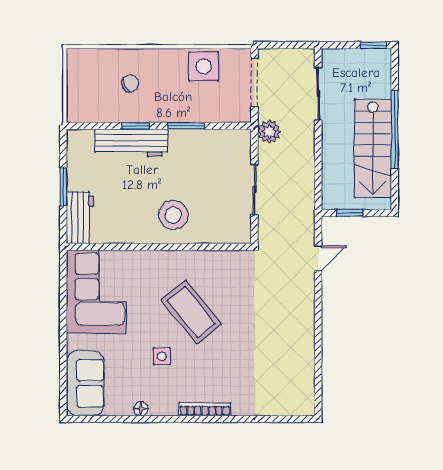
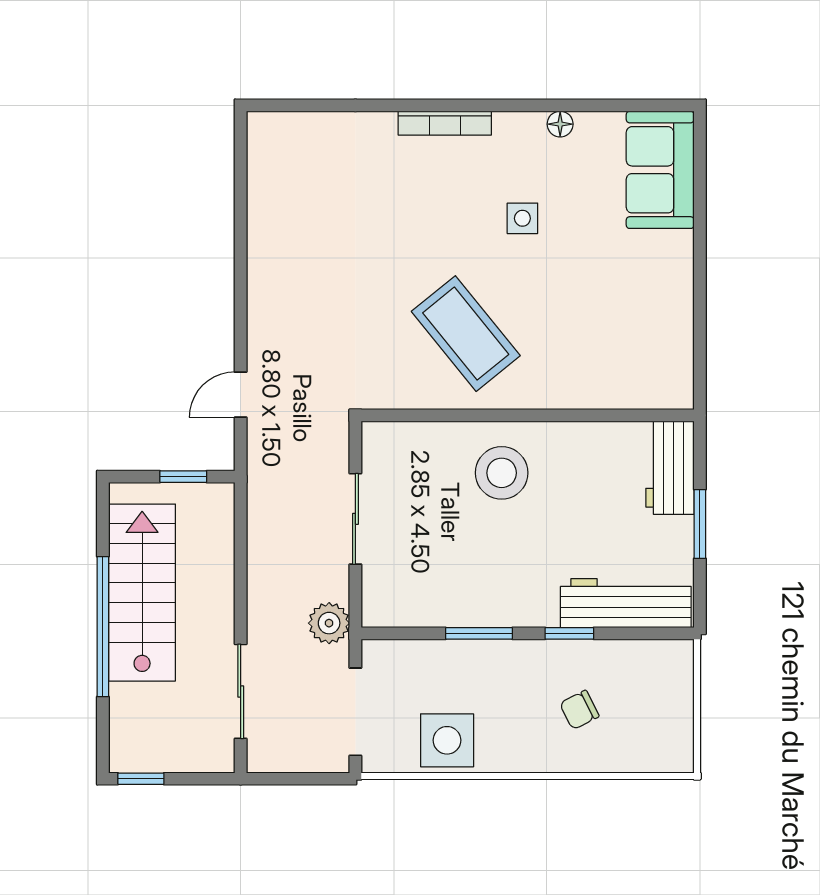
workbench: (131, 143) -> (626, 603), moved
corner sofa: (96, 292) -> (640, 334), removed
coffee table: (191, 312) -> (466, 334), moved

